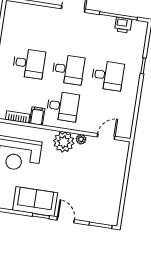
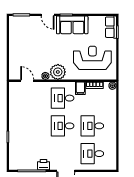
printer: (123, 25) -> (43, 165), moved
desk: (108, 75) -> (92, 154), moved
door: (106, 137) -> (27, 81), swing flipped

